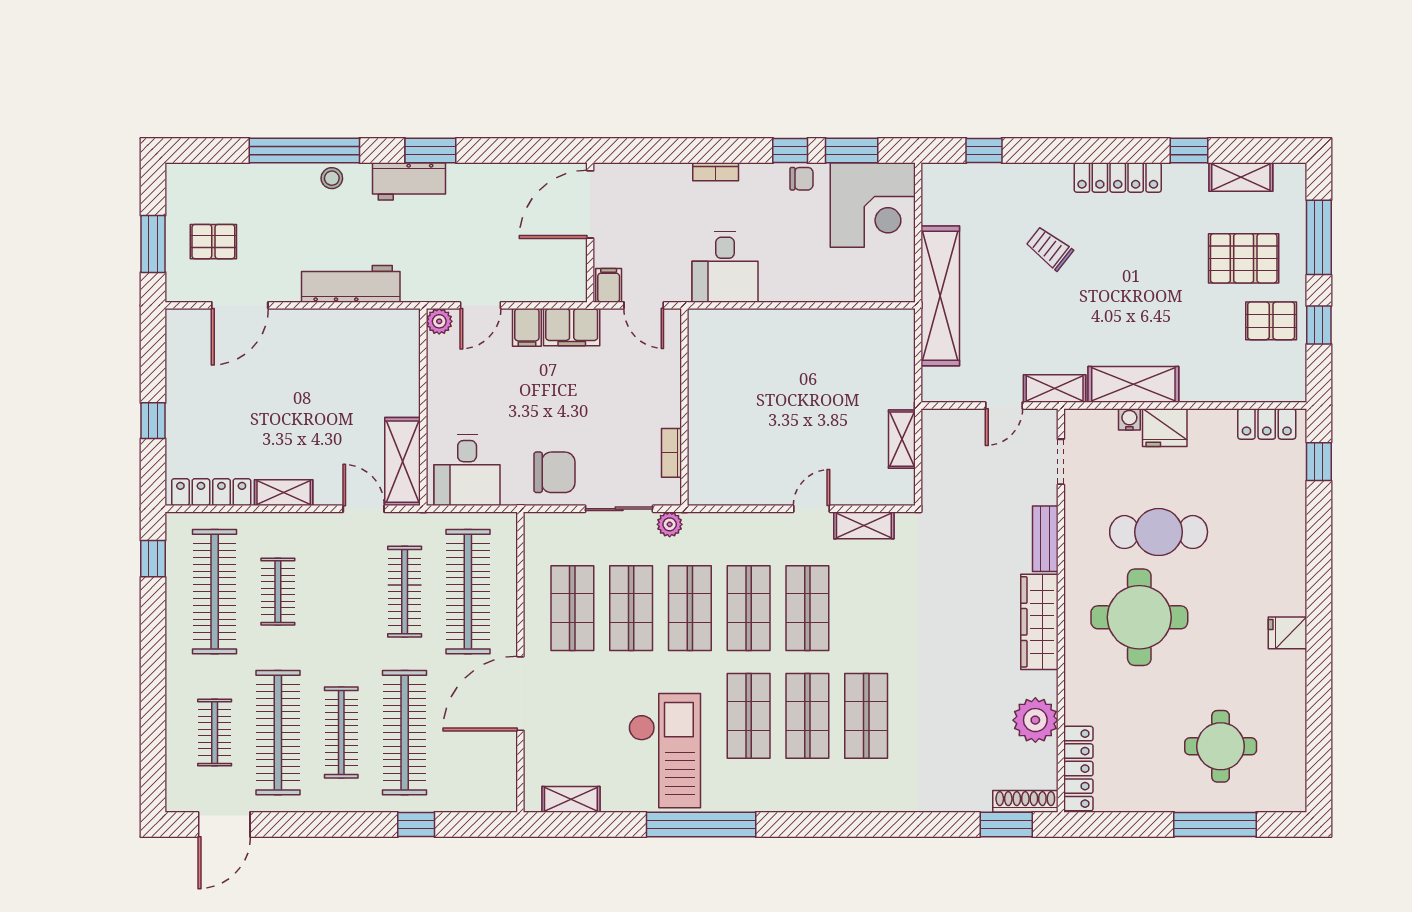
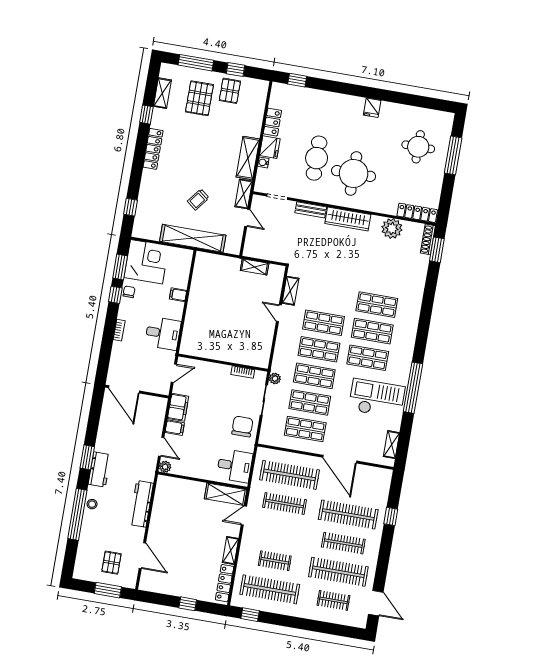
trolley: (1049, 248) -> (198, 200), moved
filing cabinet: (609, 285) -> (178, 295), moved
locker: (1267, 424) -> (272, 122), moved

